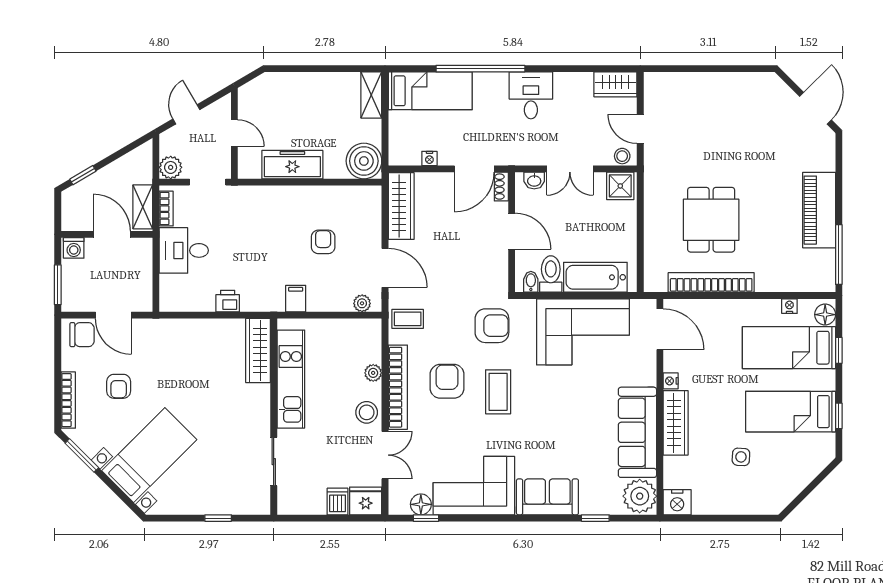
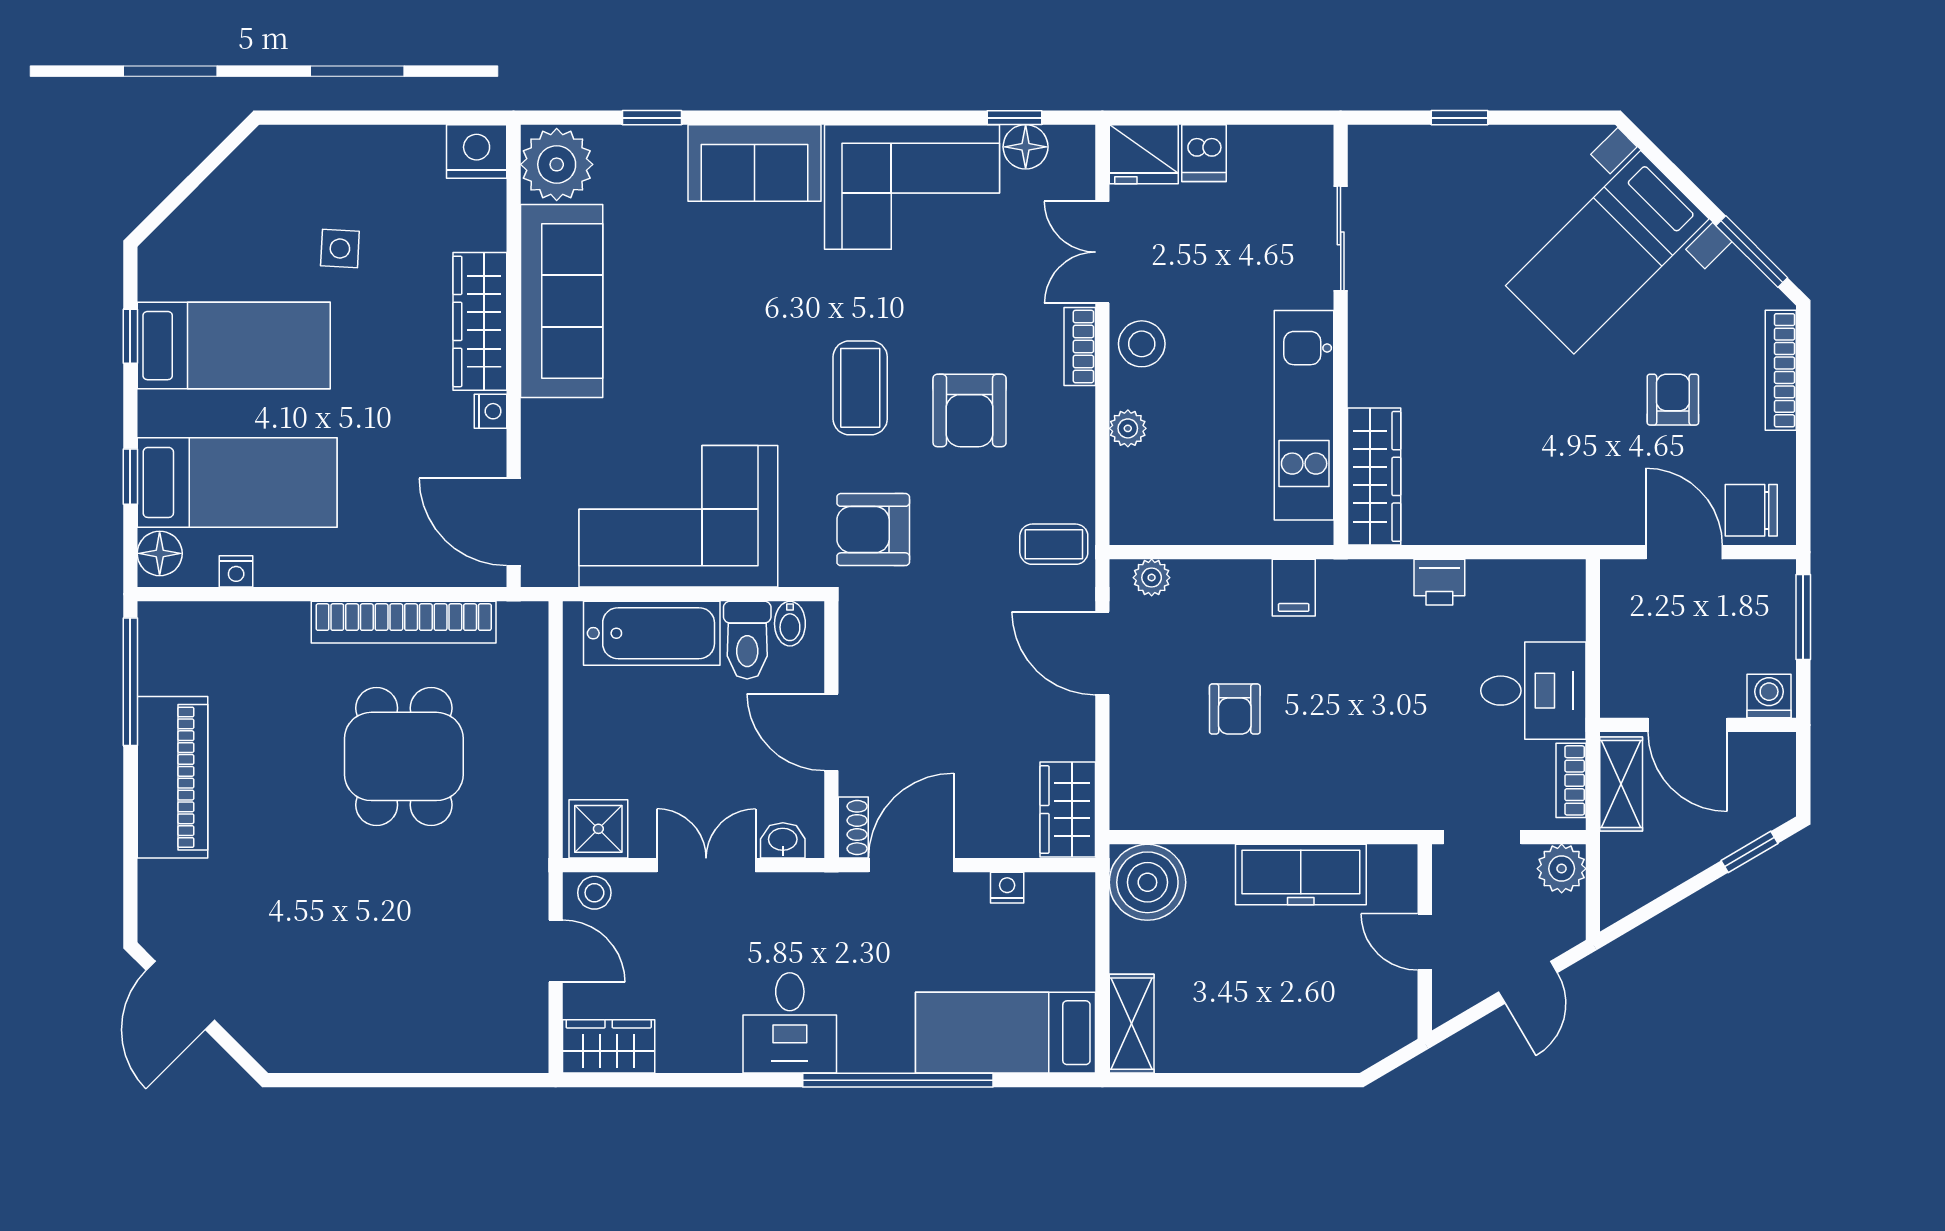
wardrobe: (401, 206) -> (1068, 810), width x0.67
bookcase: (398, 387) -> (1080, 347), width x0.43, depth x0.76

